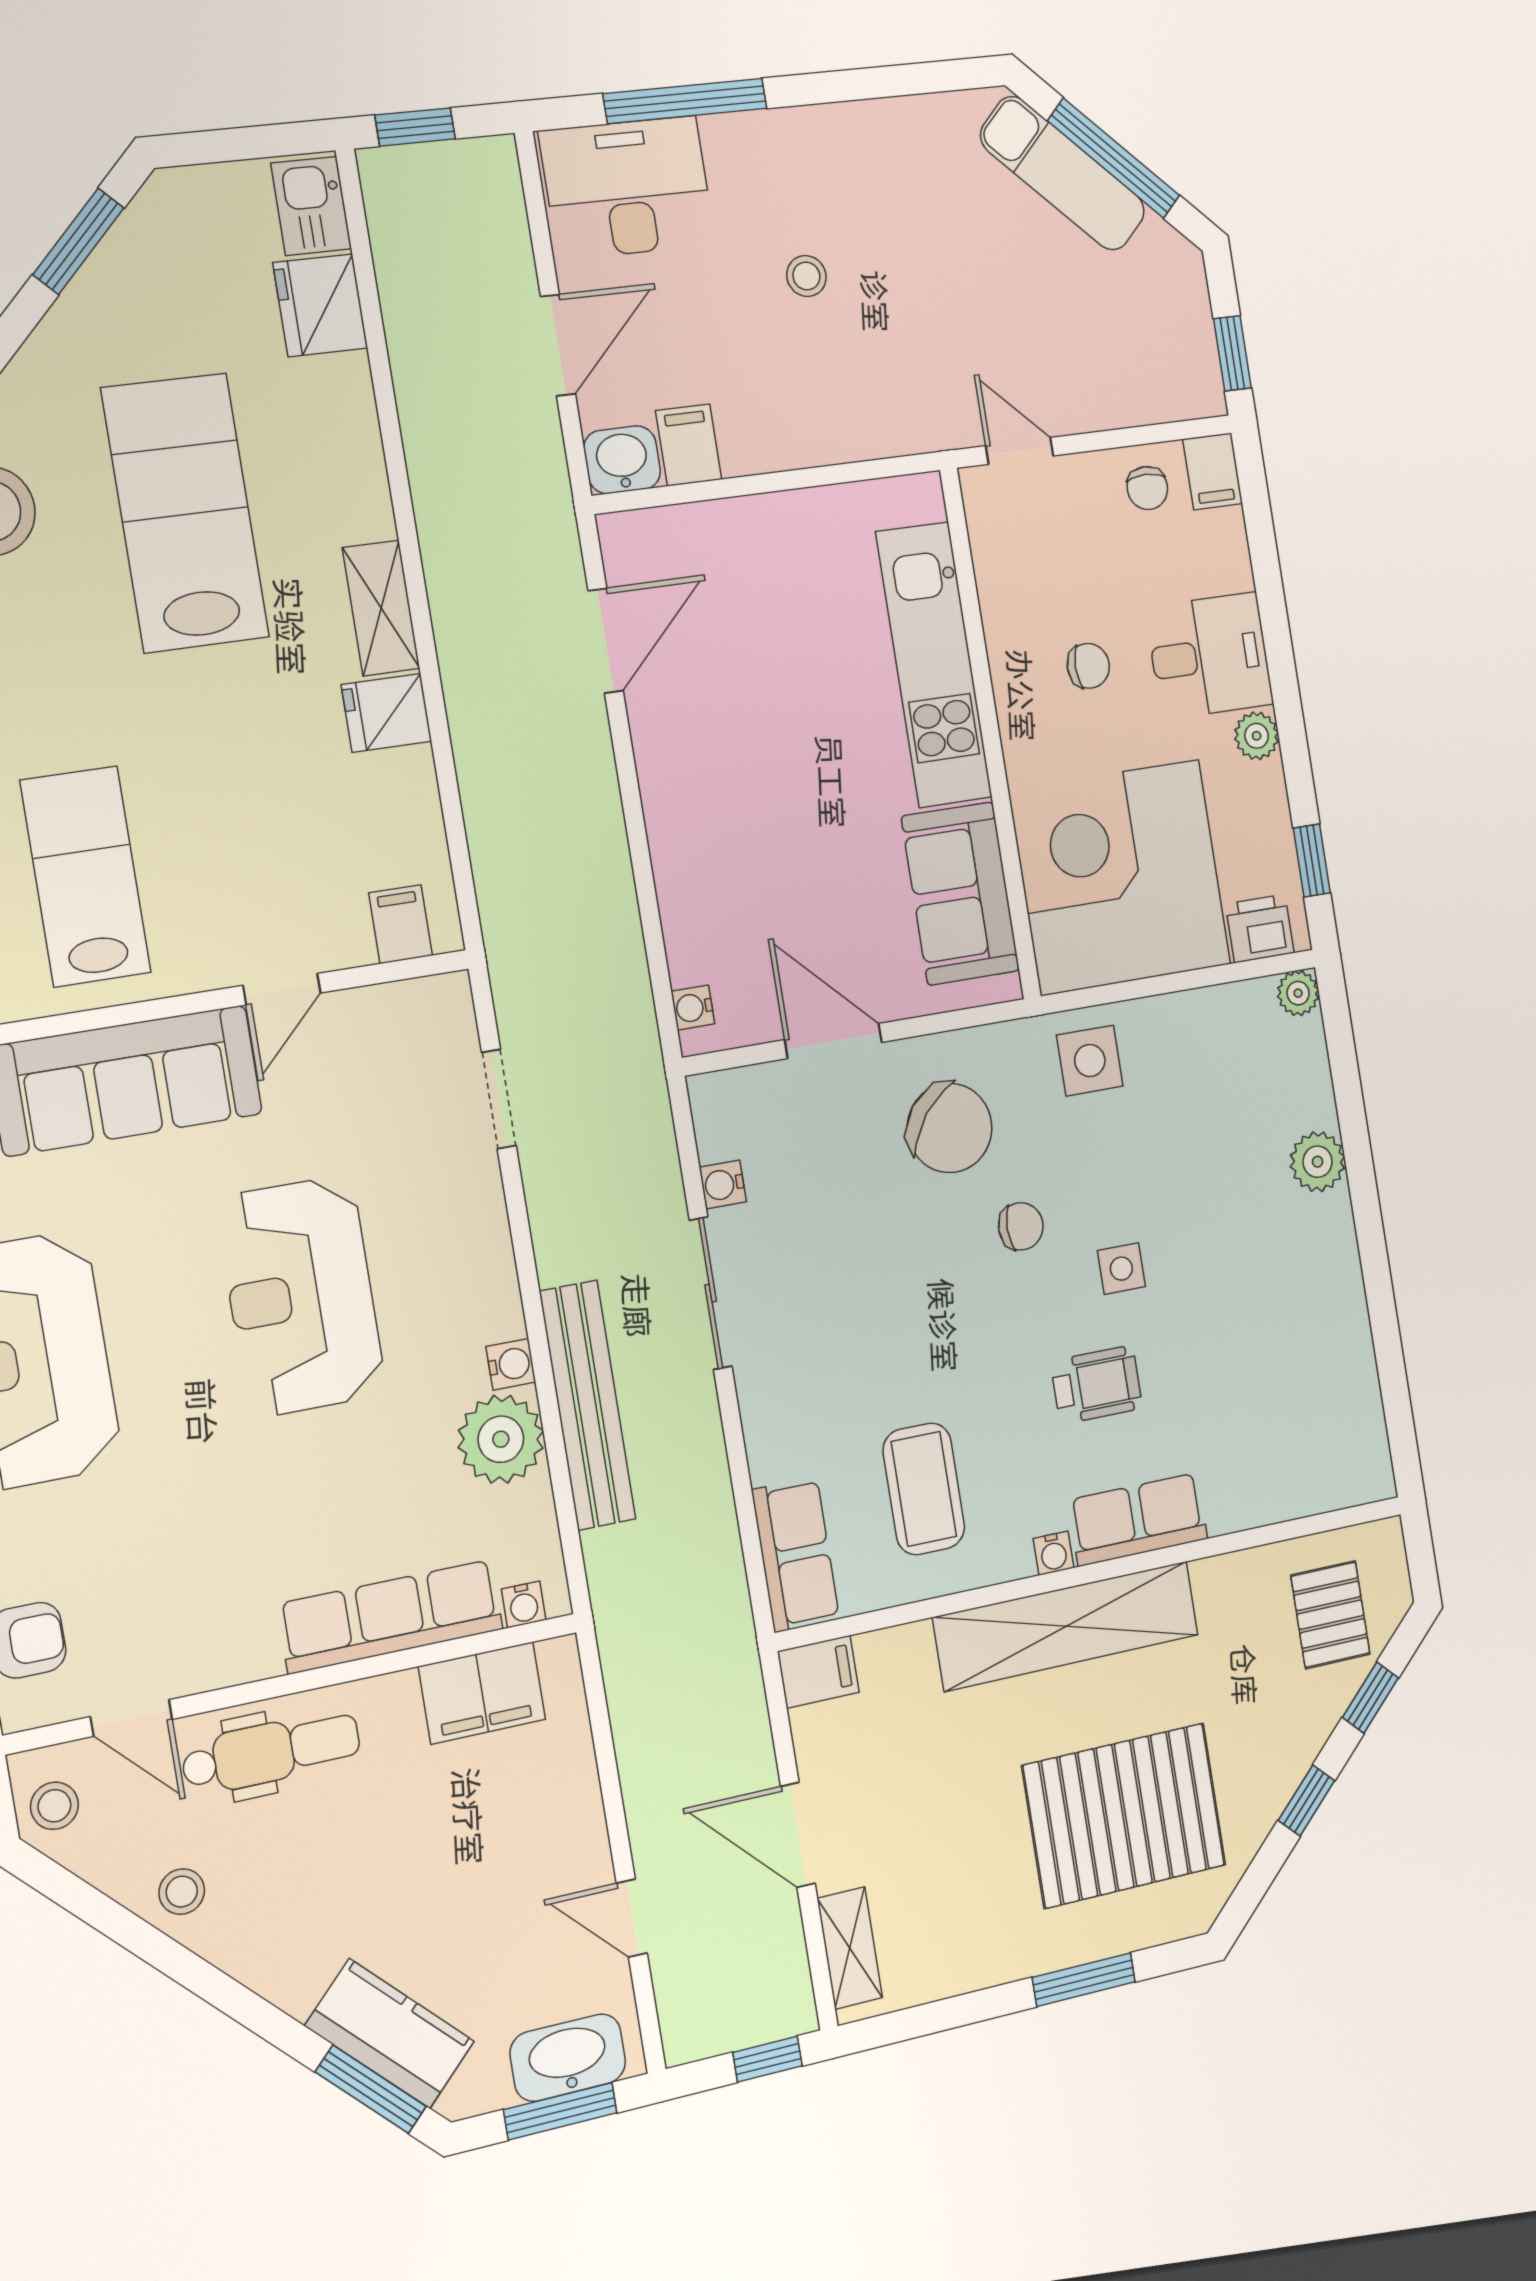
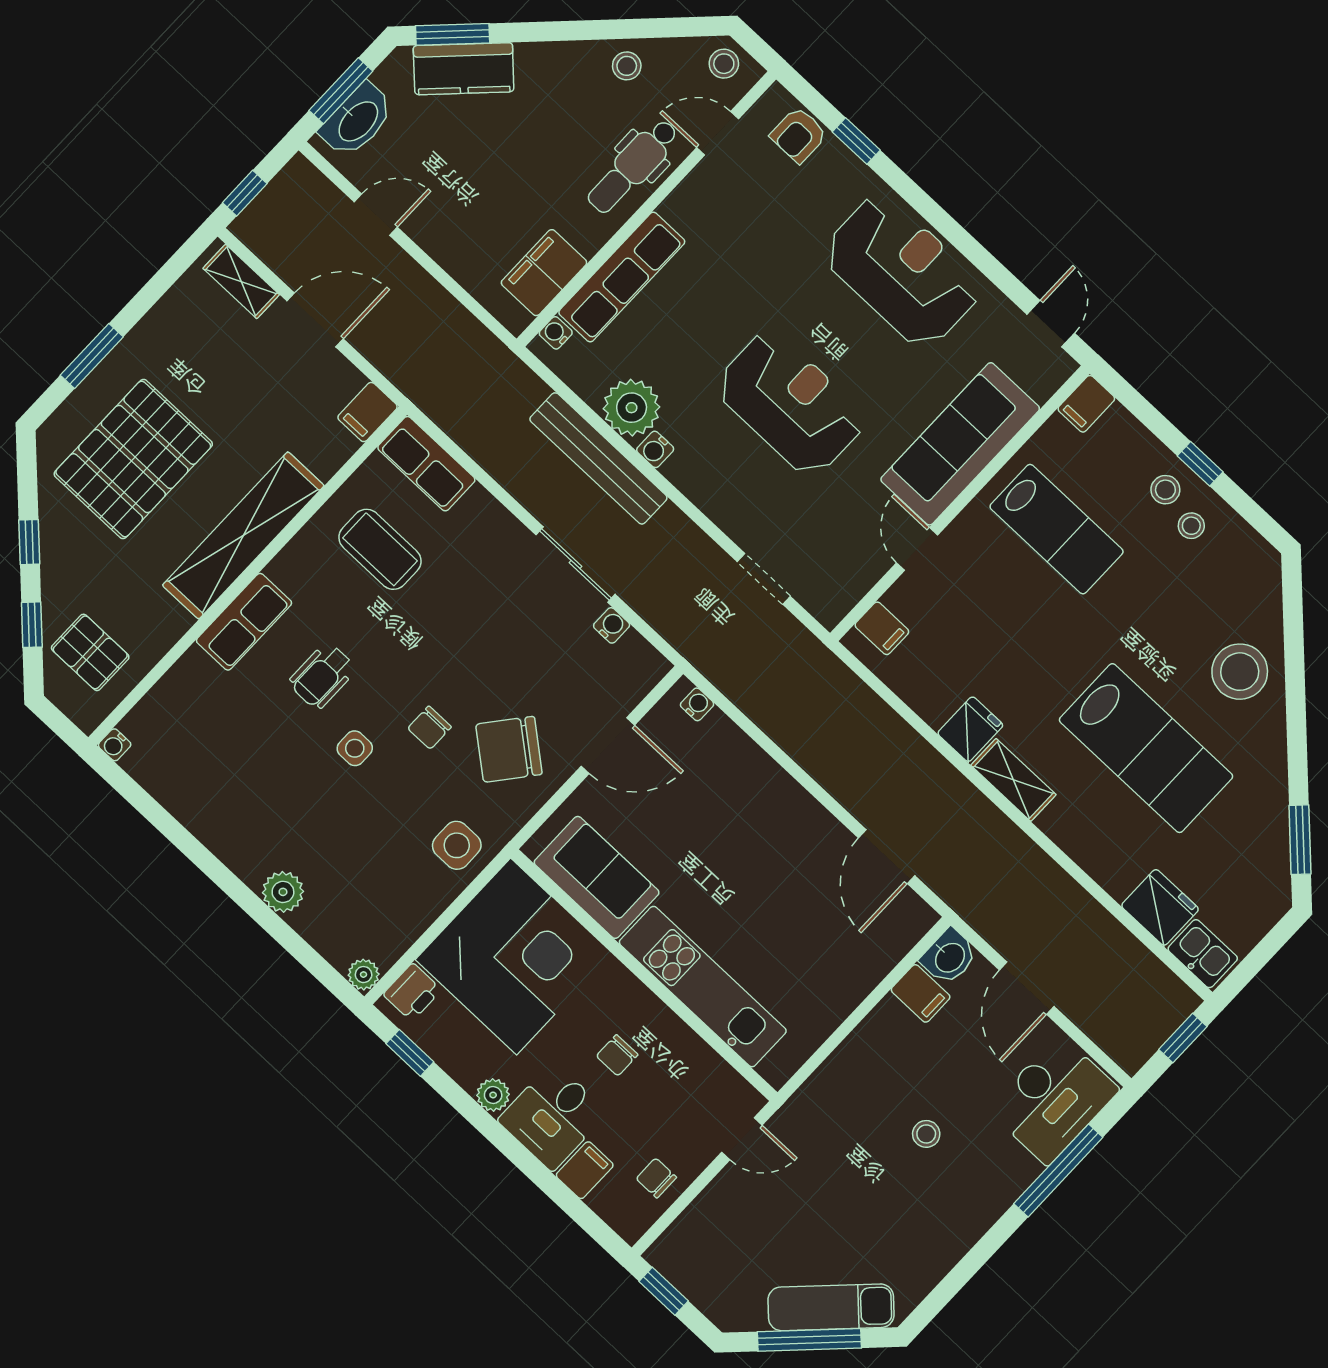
filing cabinet: (1213, 471) -> (585, 1170), moved, turned 90
water cooler: (1053, 1553) -> (115, 745), moved, turned -90

